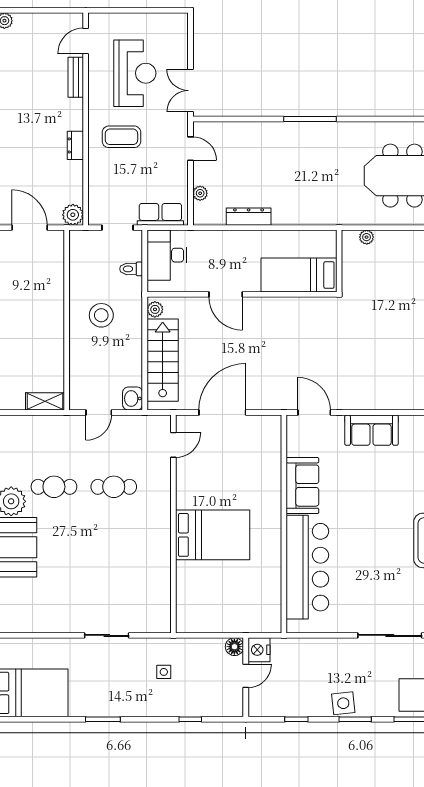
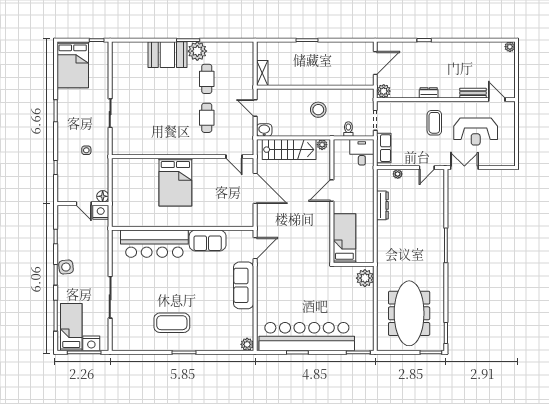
plant: (367, 237) -> (365, 278), width x1.88, depth x1.88
desk: (167, 255) -> (362, 152), width x0.73
sofa: (371, 430) -> (244, 285), width x1.36

